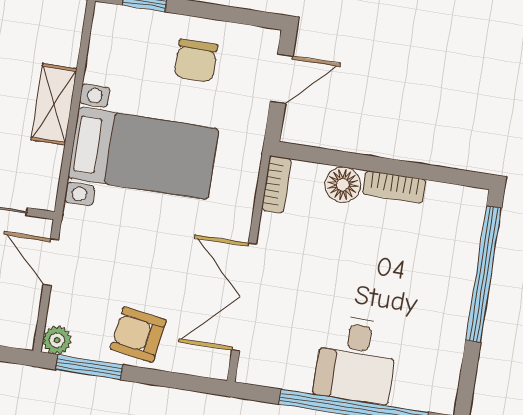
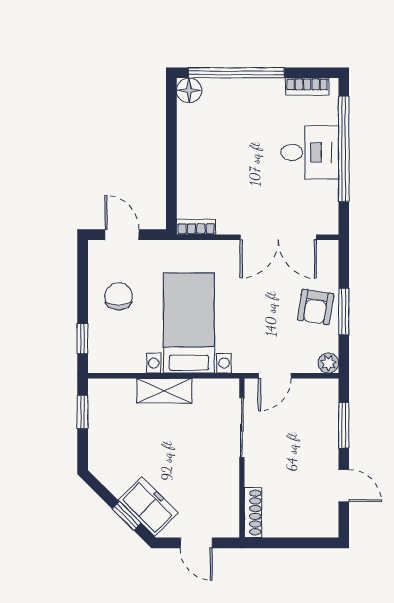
chair: (196, 61) -> (119, 296), turned -90
floor lamp: (343, 185) -> (189, 90), moved
bookcase: (394, 187) -> (307, 87), moved, turned 90
window: (89, 367) -> (344, 312), moved

